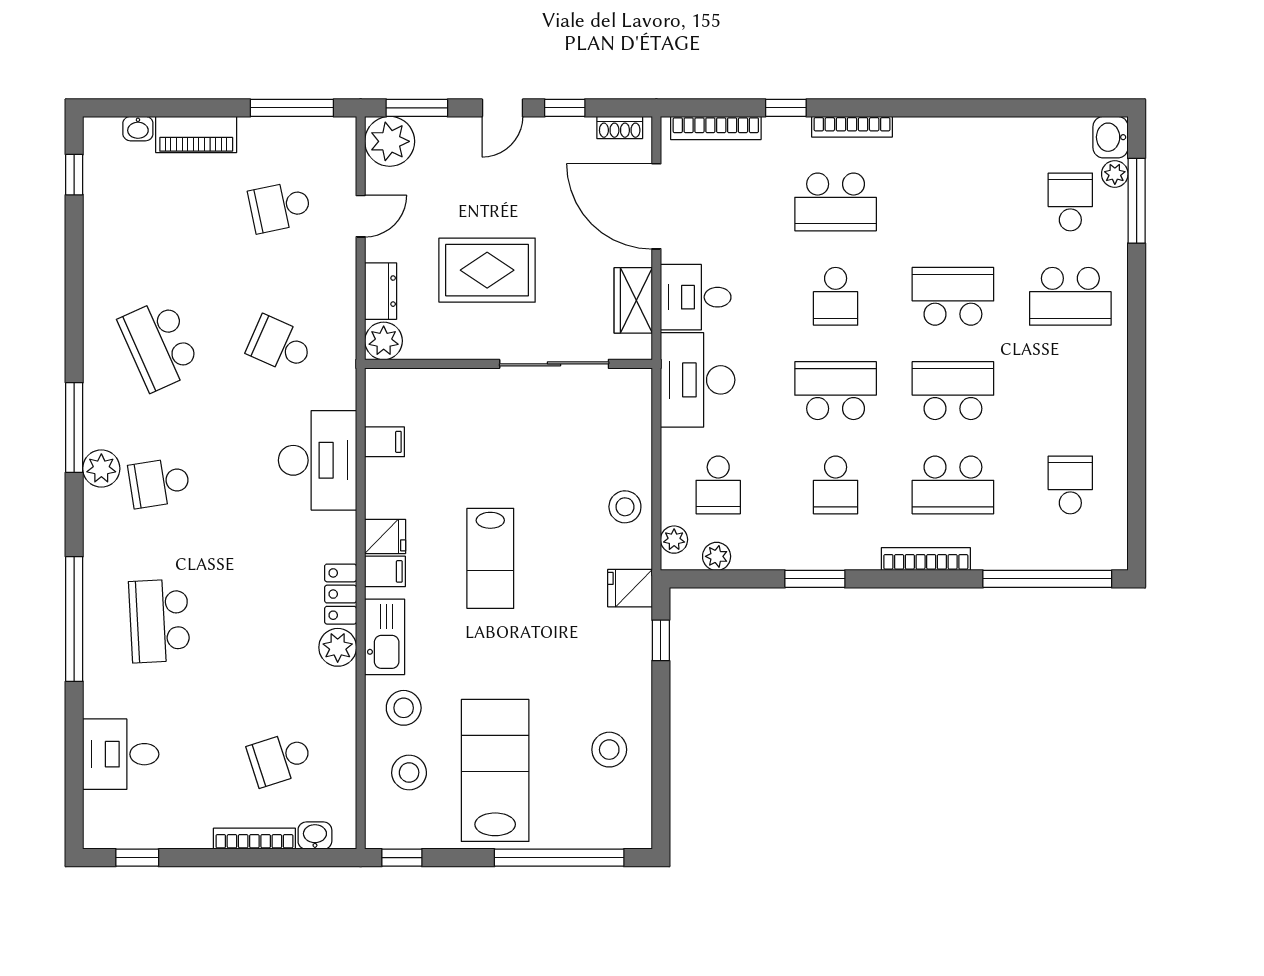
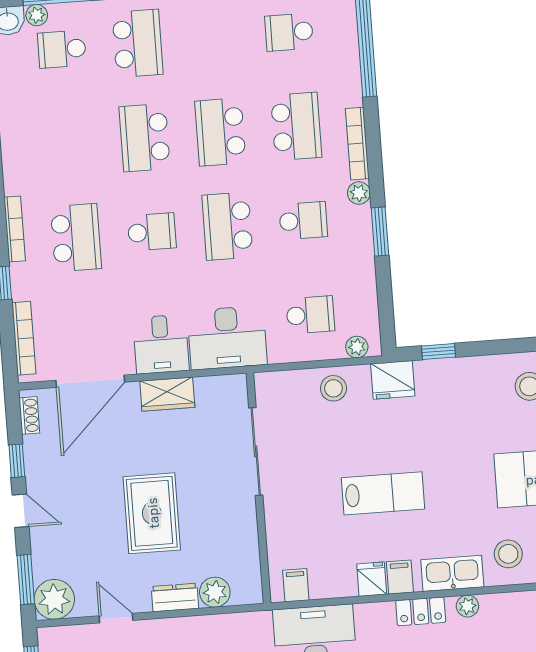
wall: (509, 364) -> (258, 488), moved
sliding door: (554, 364) -> (256, 451), moved
plant: (717, 556) -> (359, 193), moved
fridge: (630, 588) -> (393, 380), width x1.38
plant: (338, 647) -> (467, 606), width x0.73, depth x0.73

